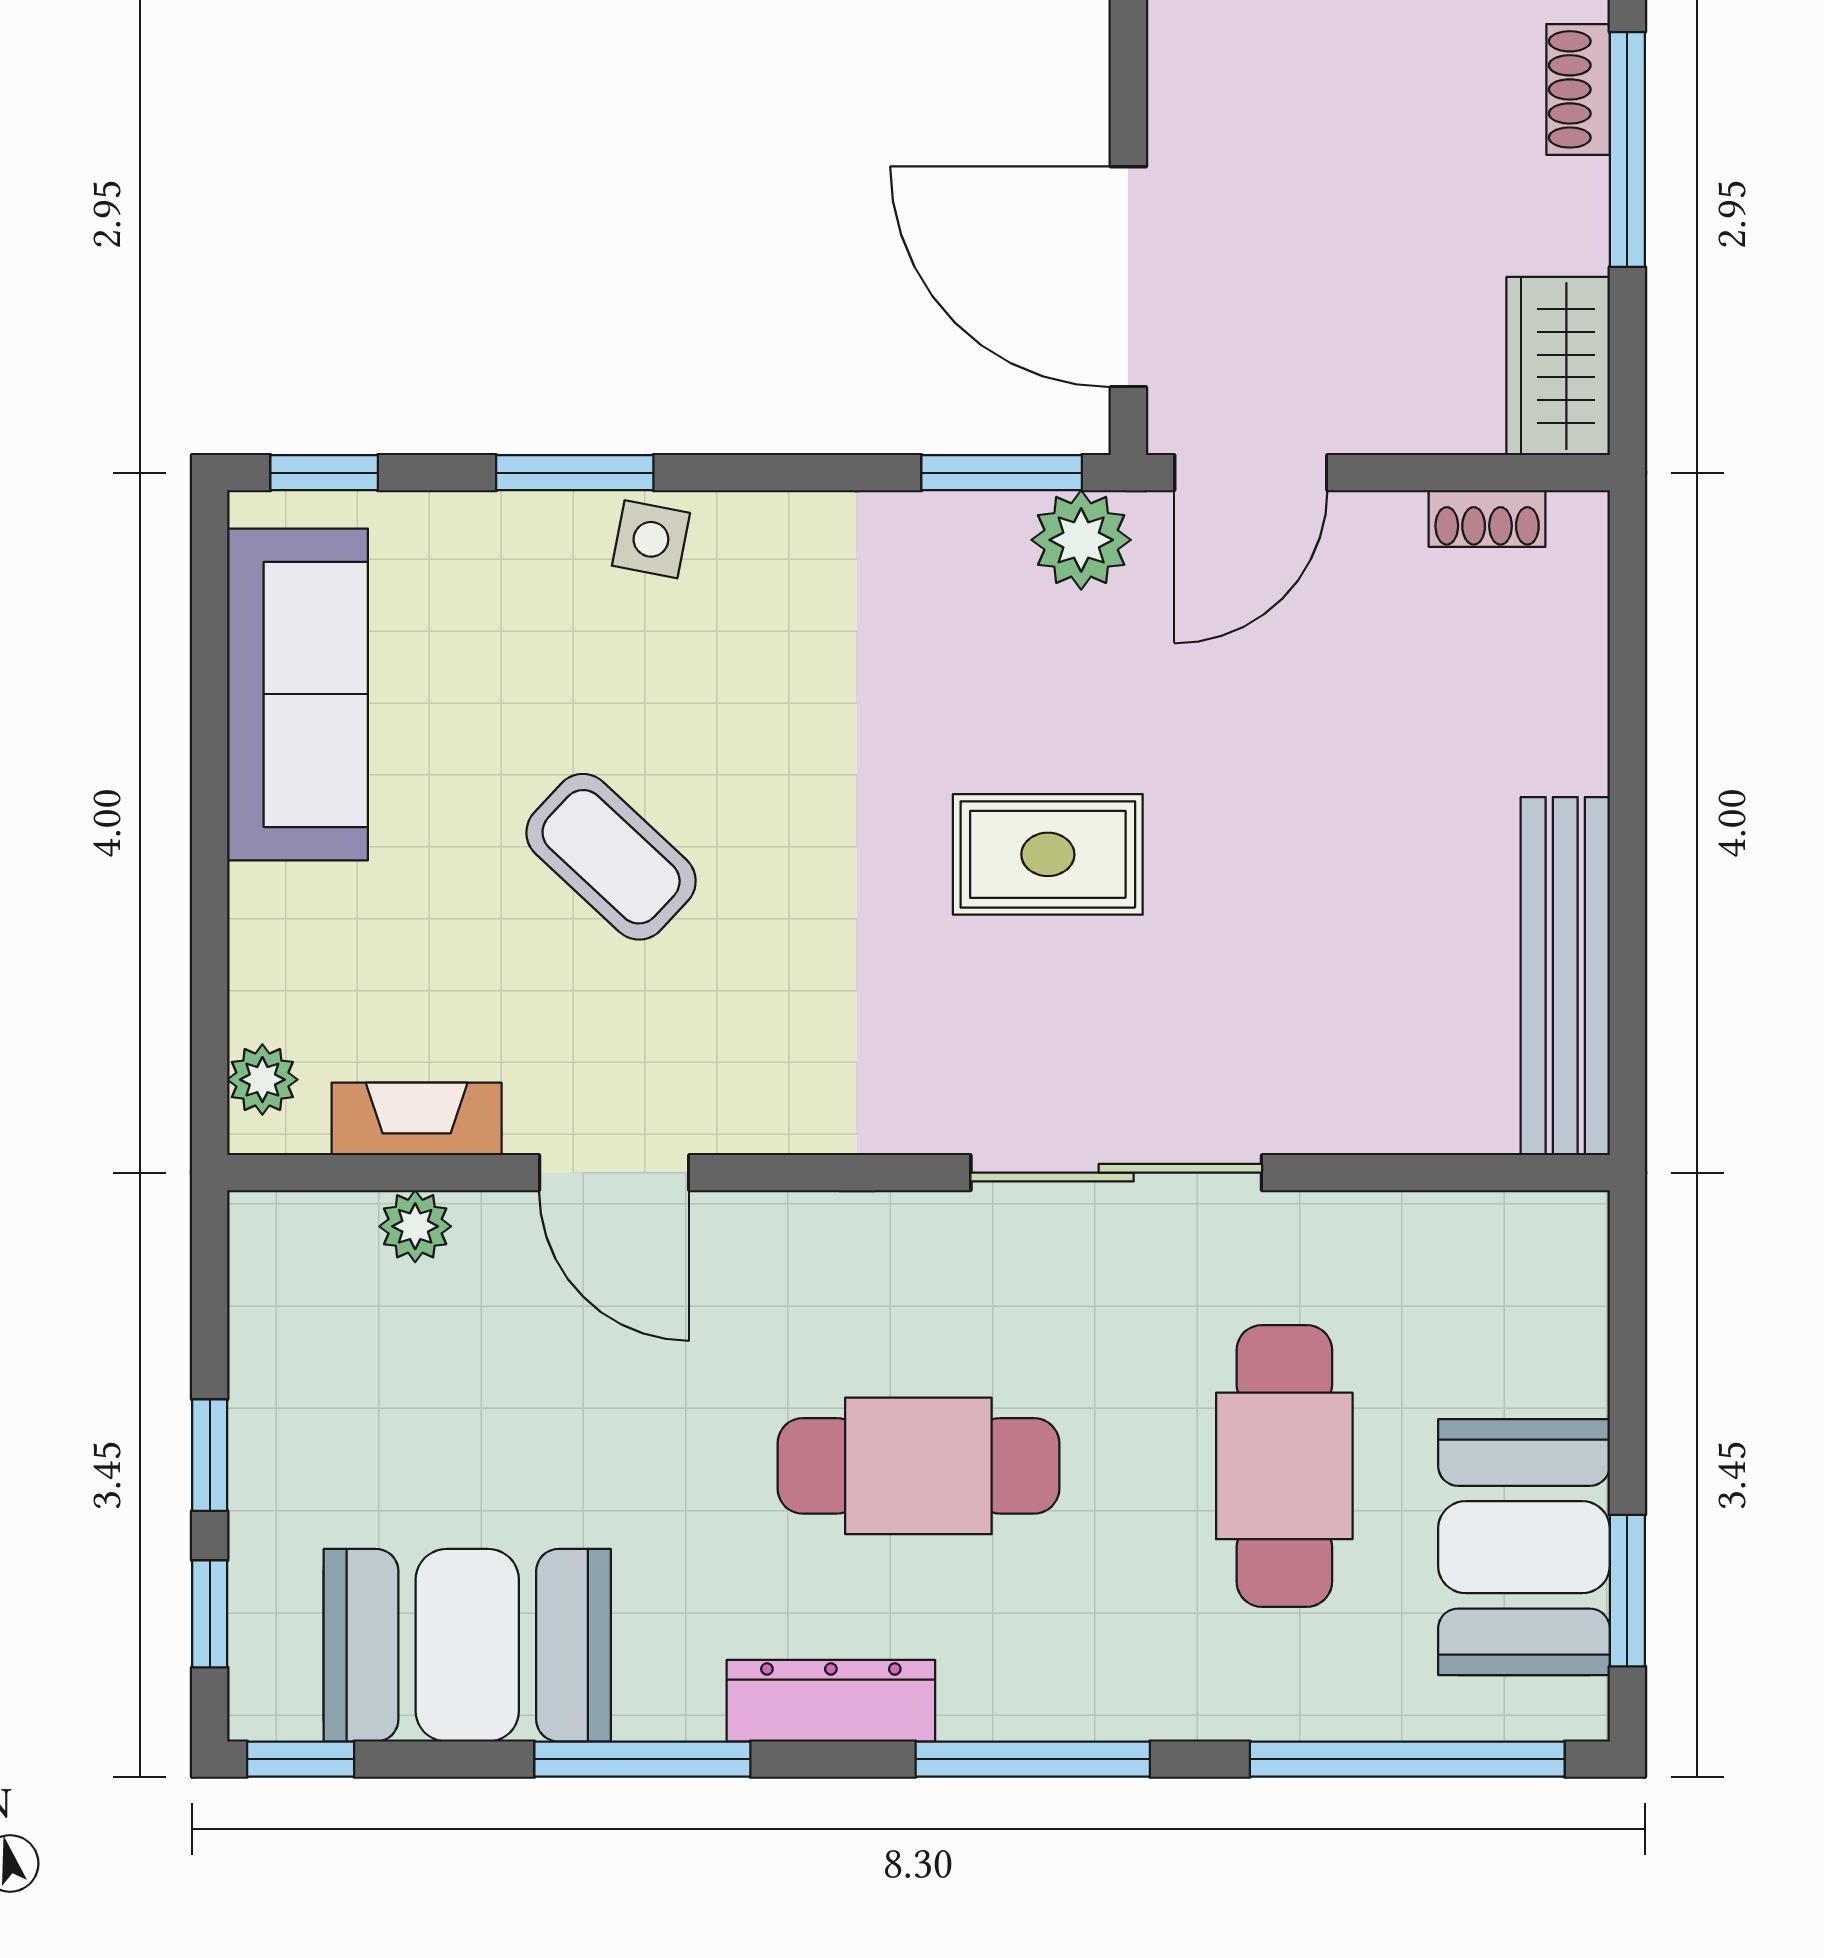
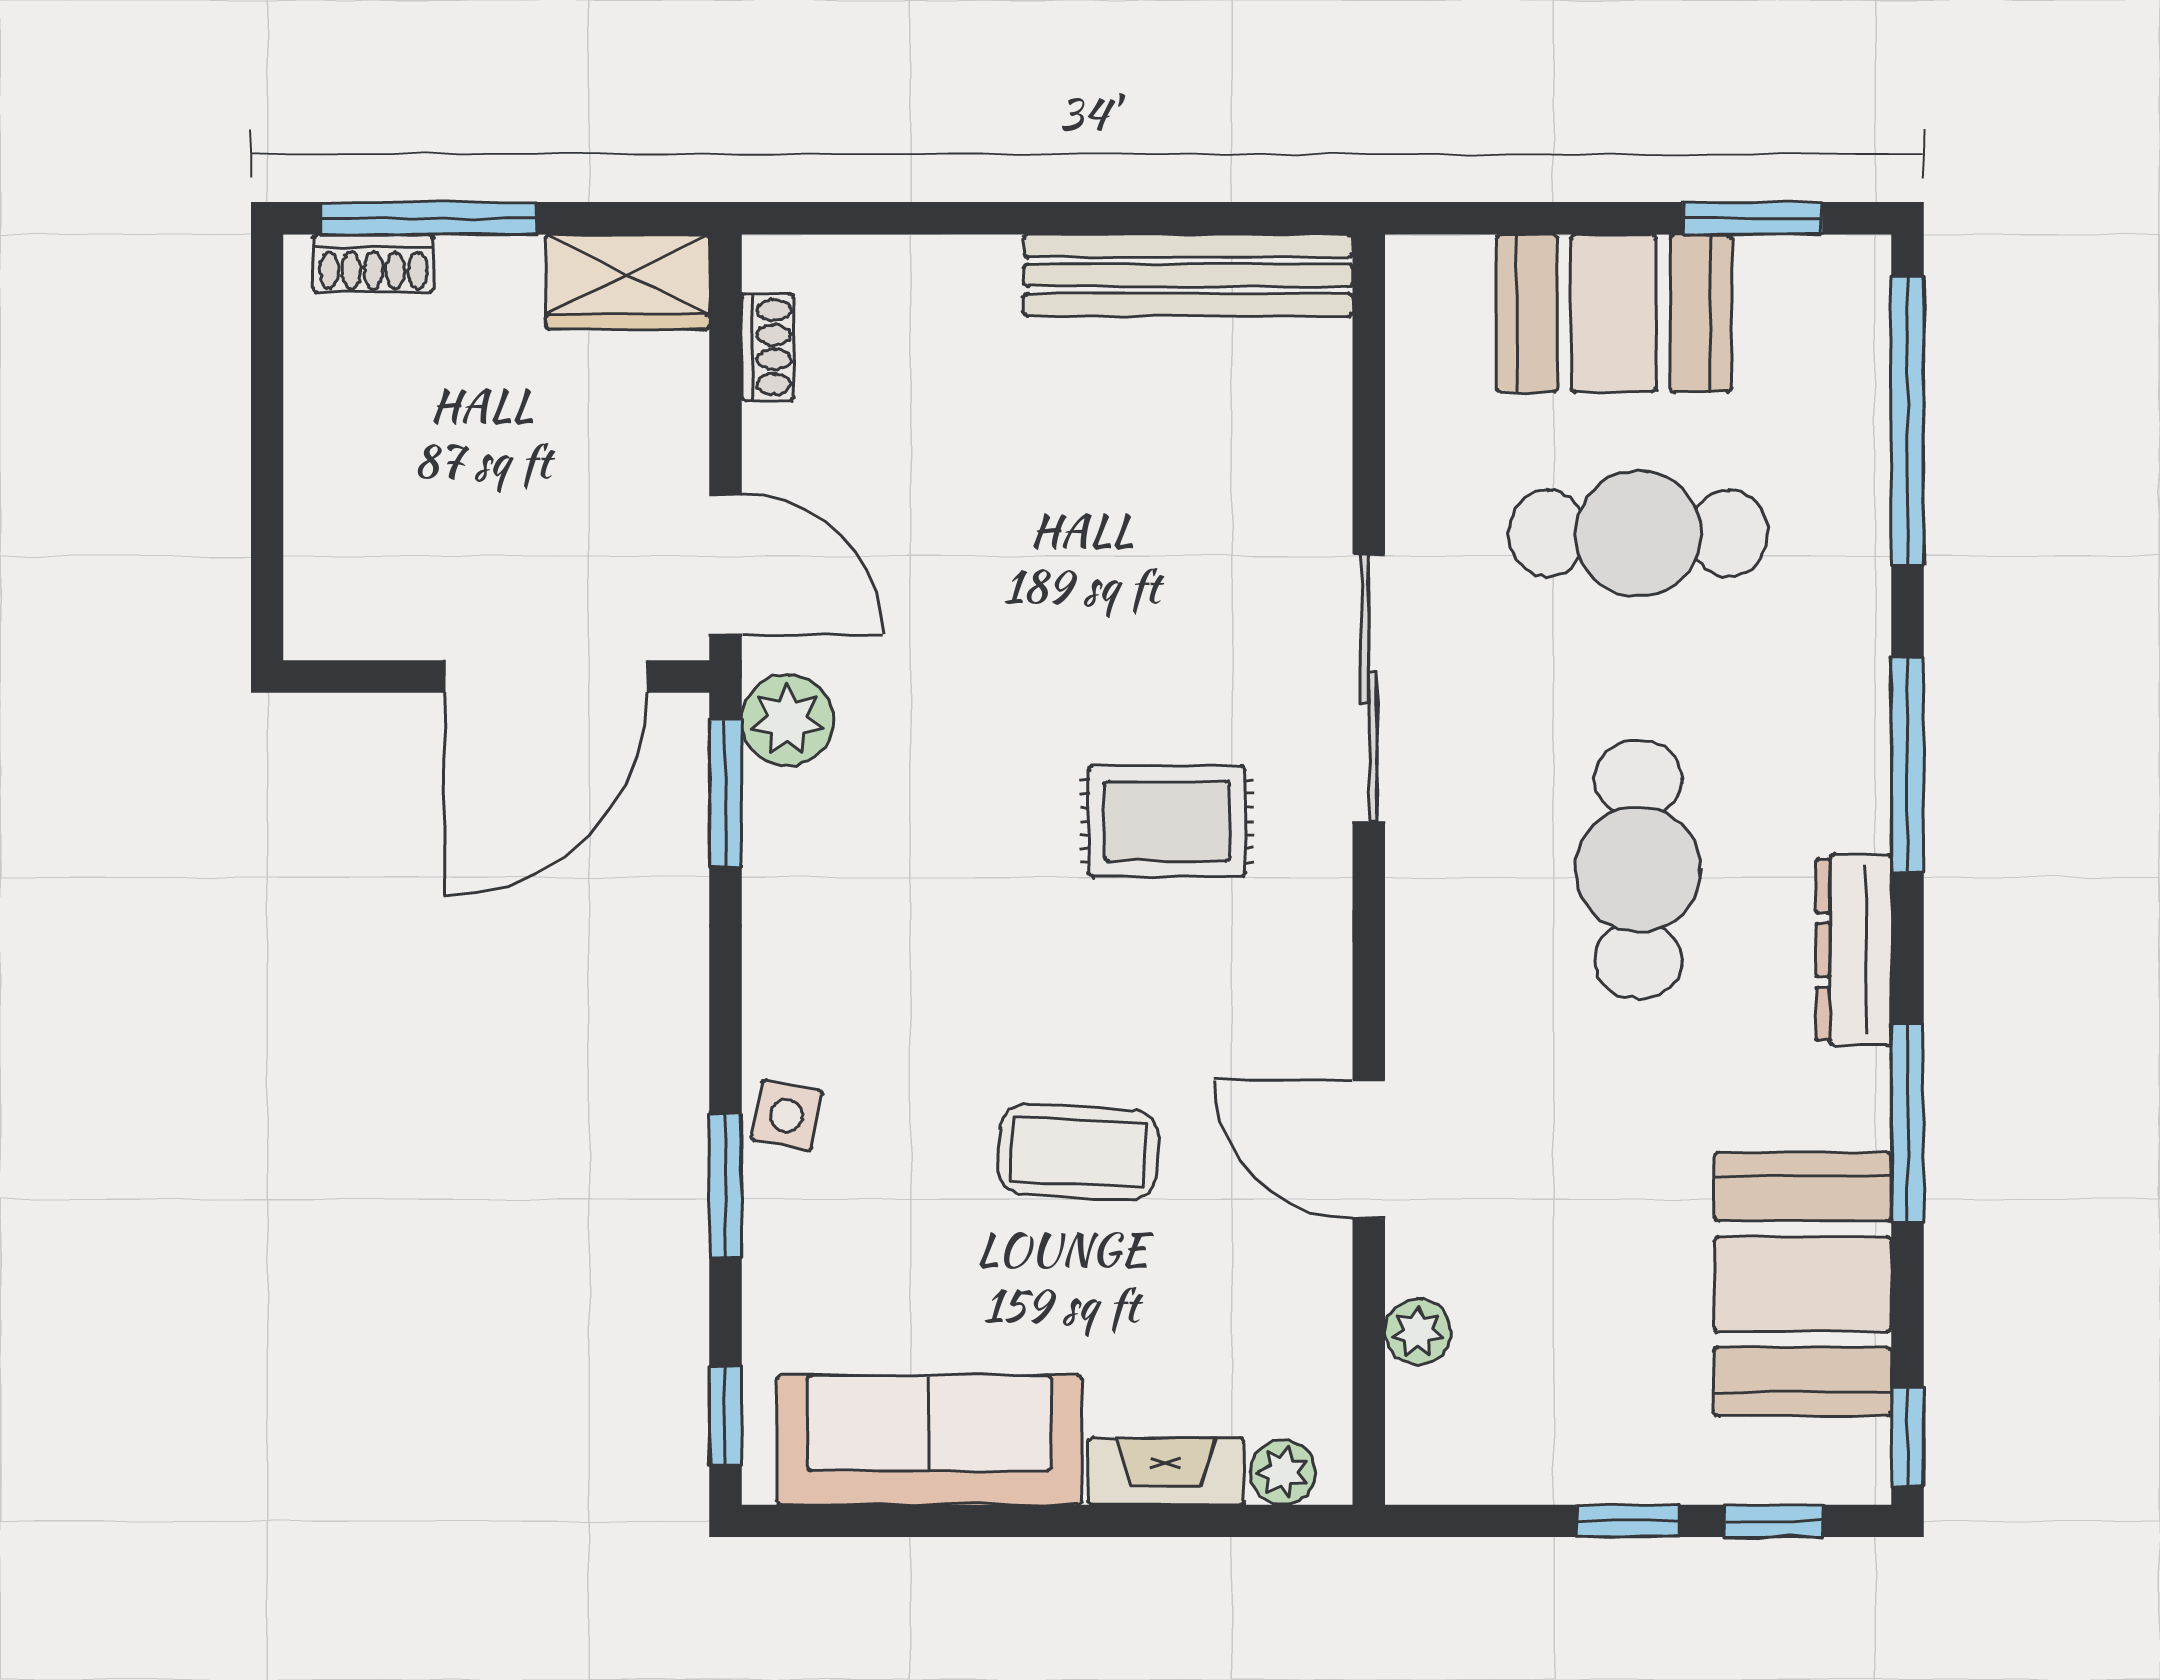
rug: (1048, 854) -> (1167, 821), moved, turned 90
coffee table: (611, 857) -> (1078, 1152), turned 50
fireplace: (417, 1119) -> (1166, 1471), moved, turned 90
door: (614, 1173) -> (1369, 1149), swing flipped
booth: (1524, 1547) -> (1614, 313), moved

